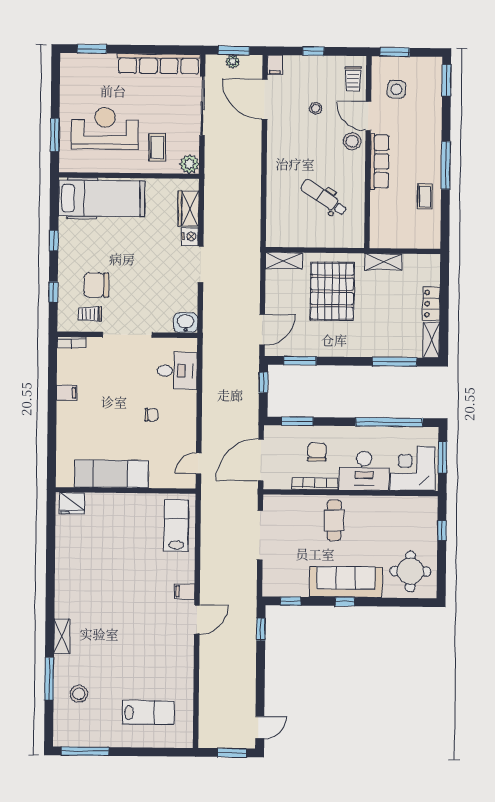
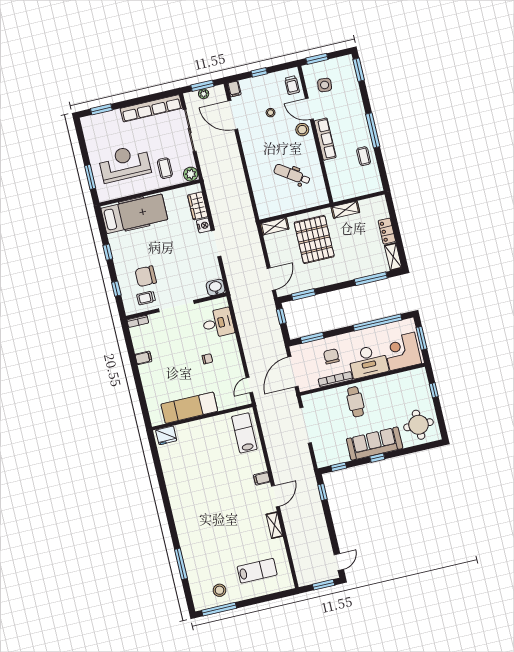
shelving: (62, 636) -> (274, 525), moved
stool: (79, 694) -> (219, 590), moved

